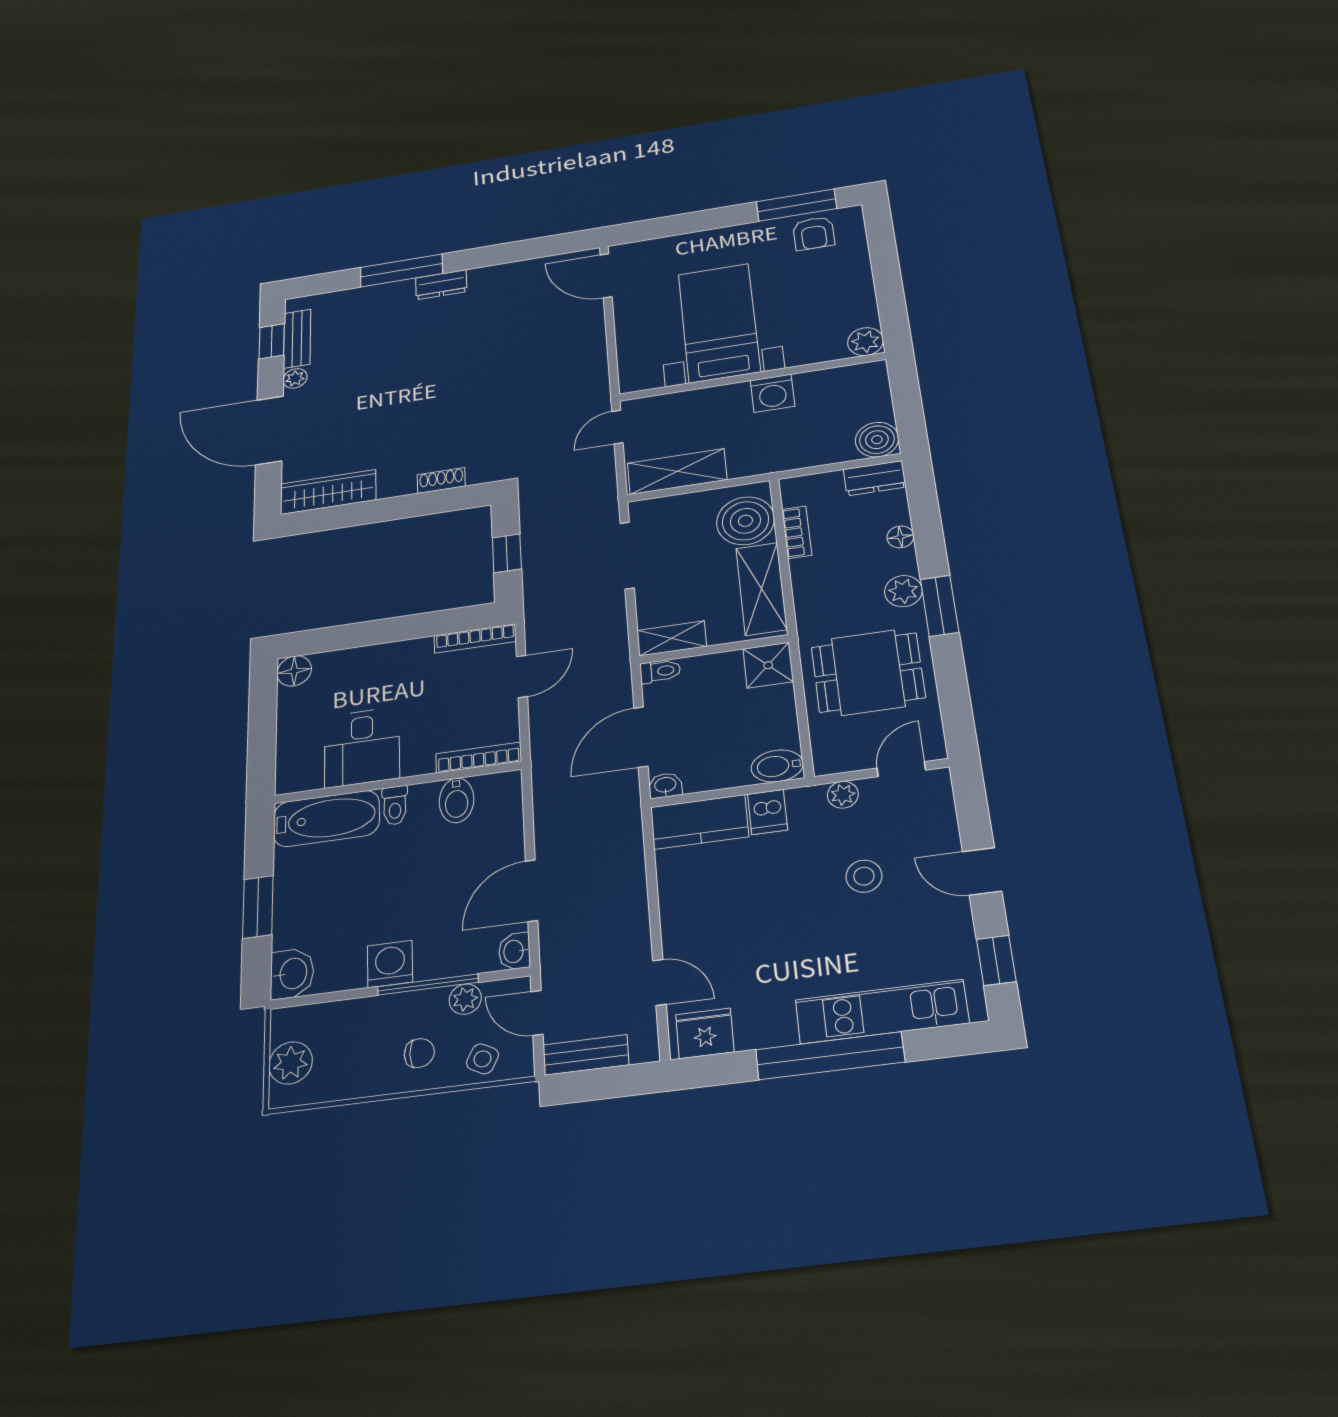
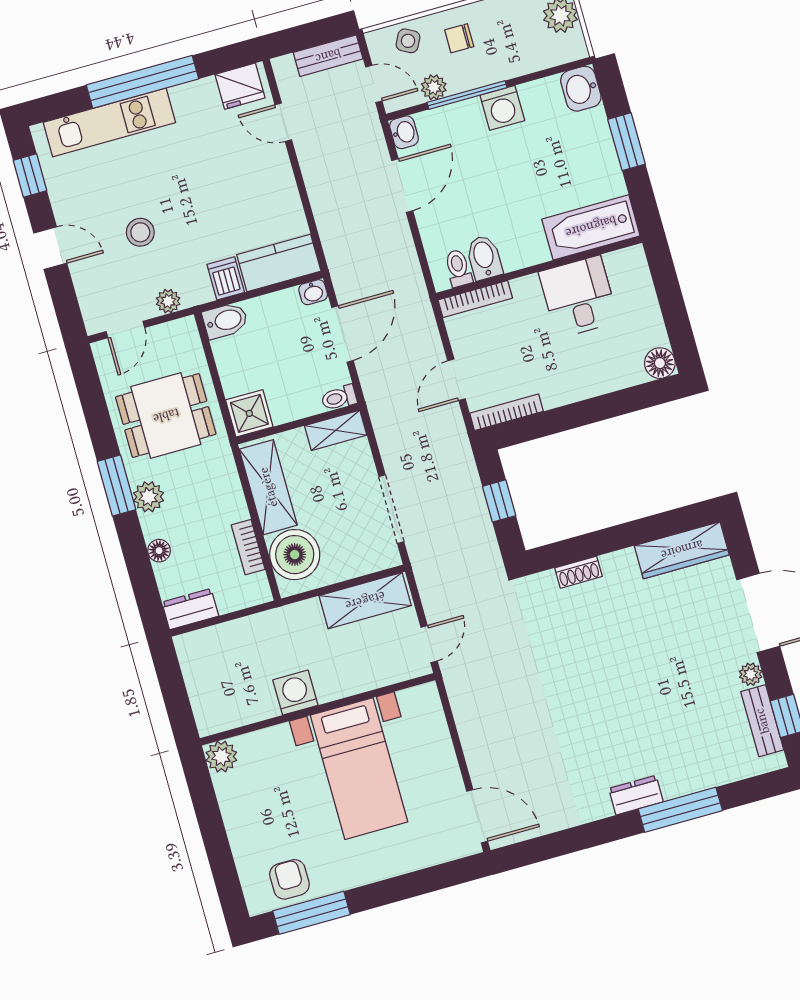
boiler: (877, 440) -> (194, 650), removed
toilet: (395, 805) -> (458, 268), moved

